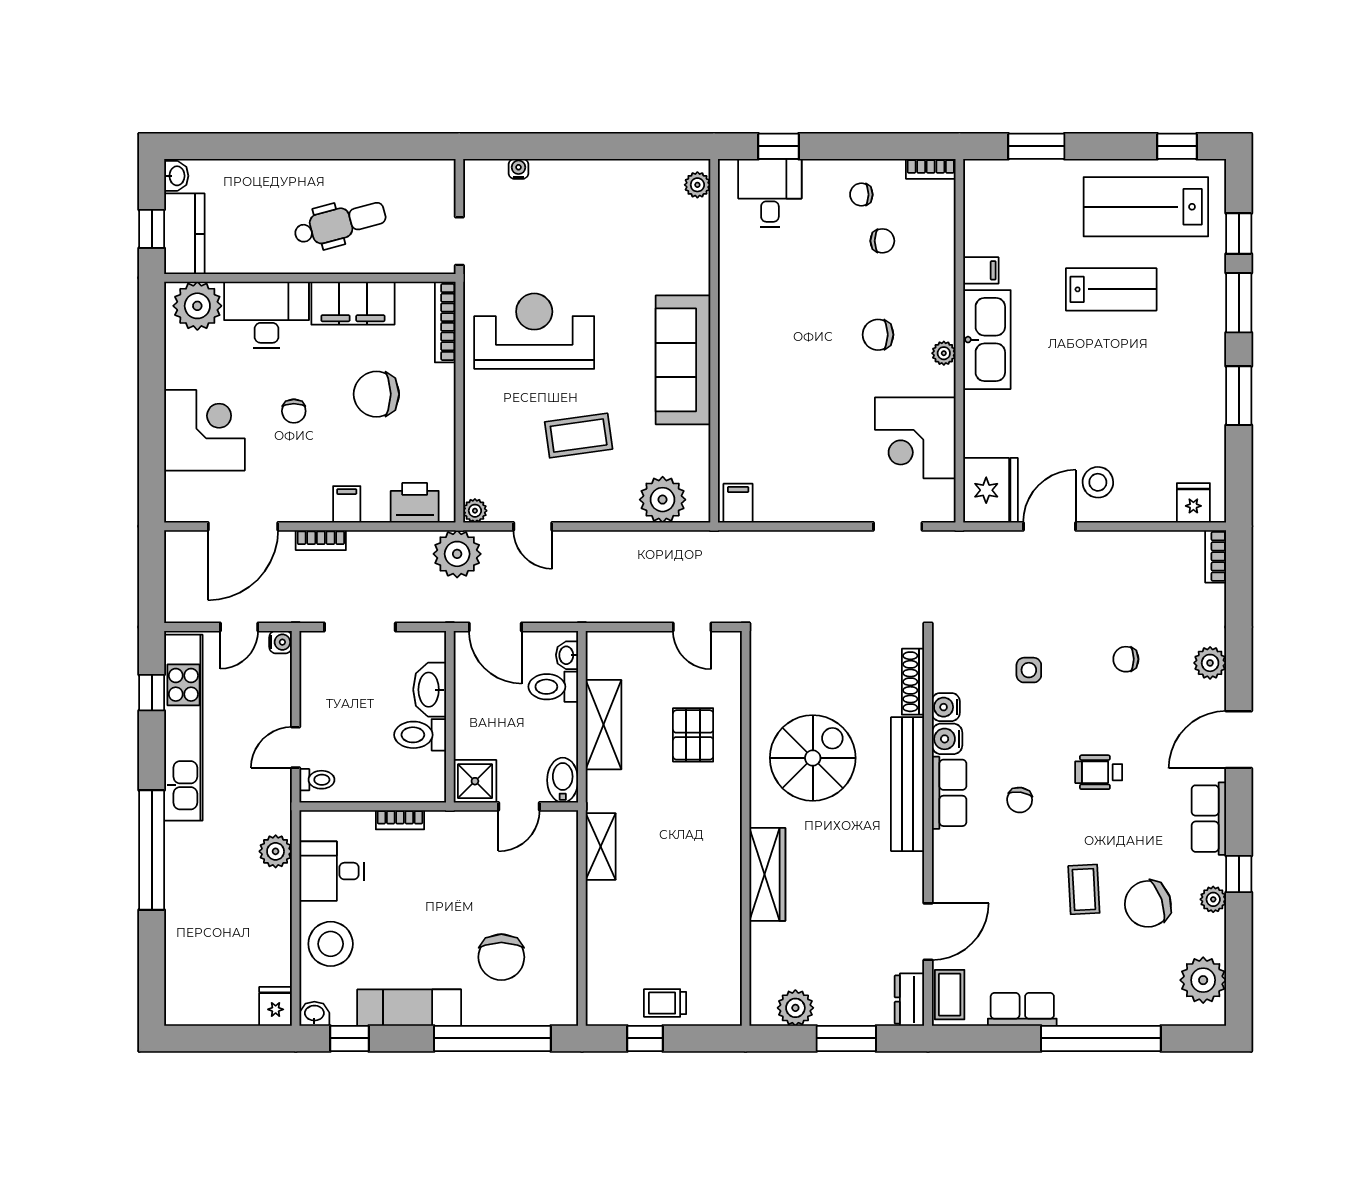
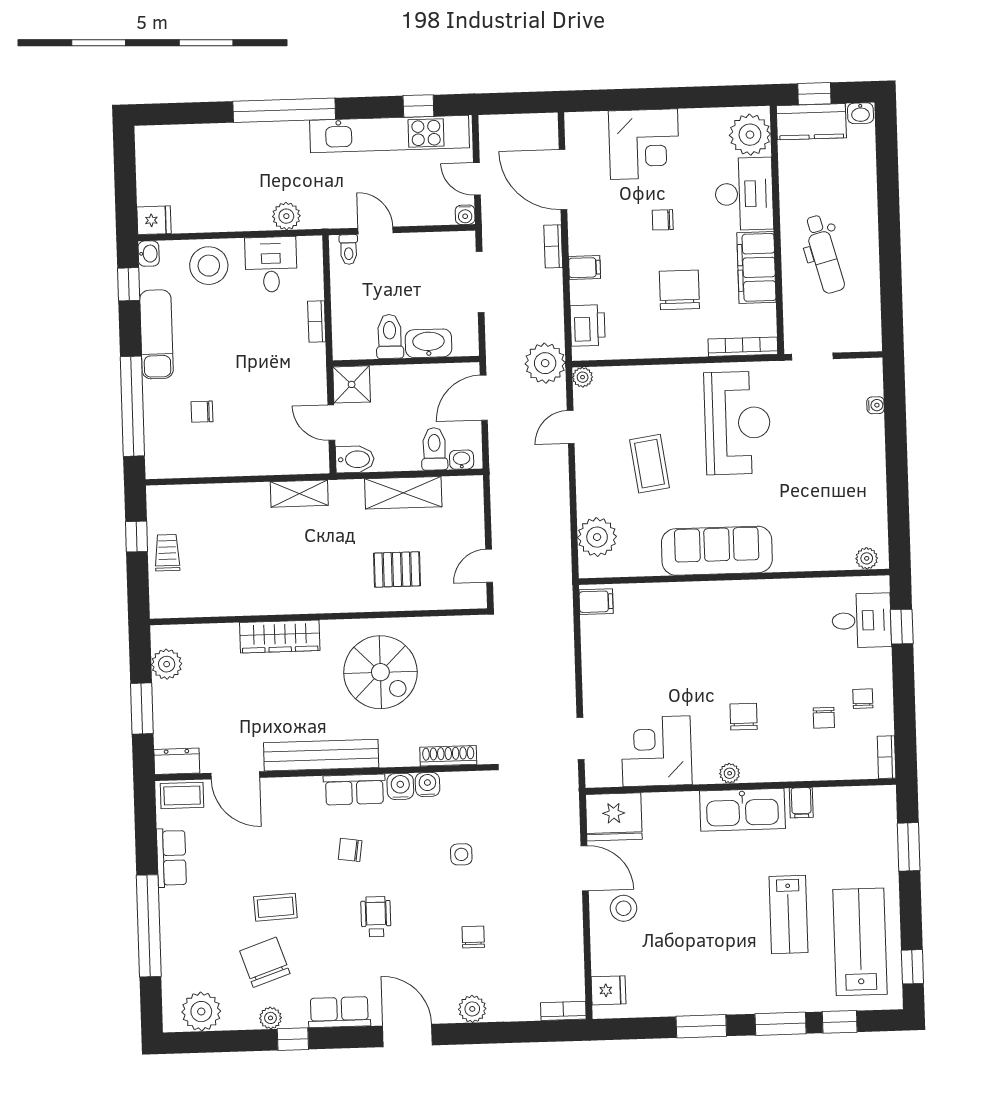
bench: (908, 784) -> (321, 755), moved
chair: (501, 957) -> (202, 412), width x0.54, depth x0.54

